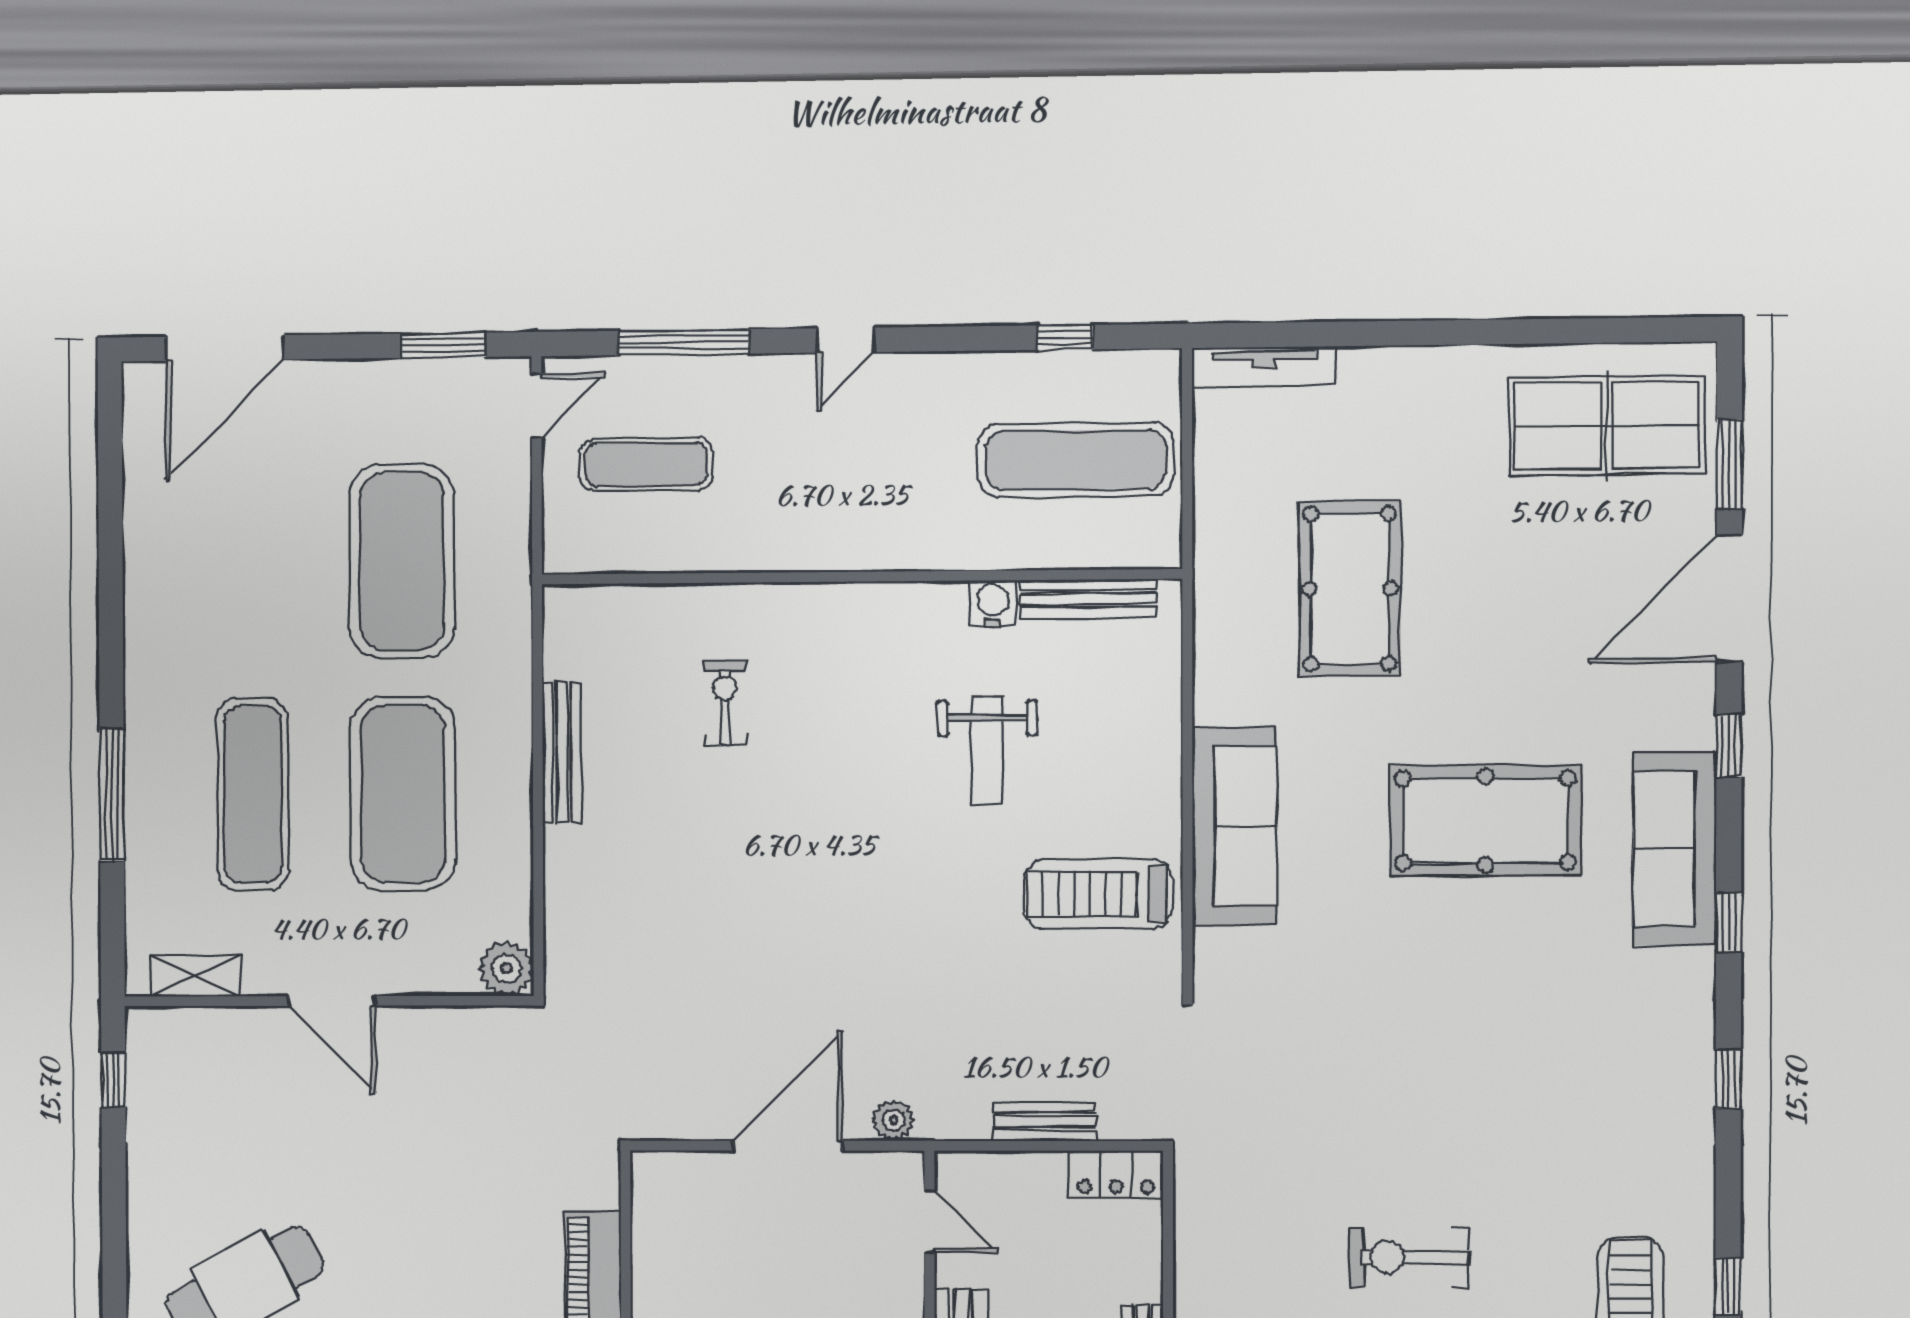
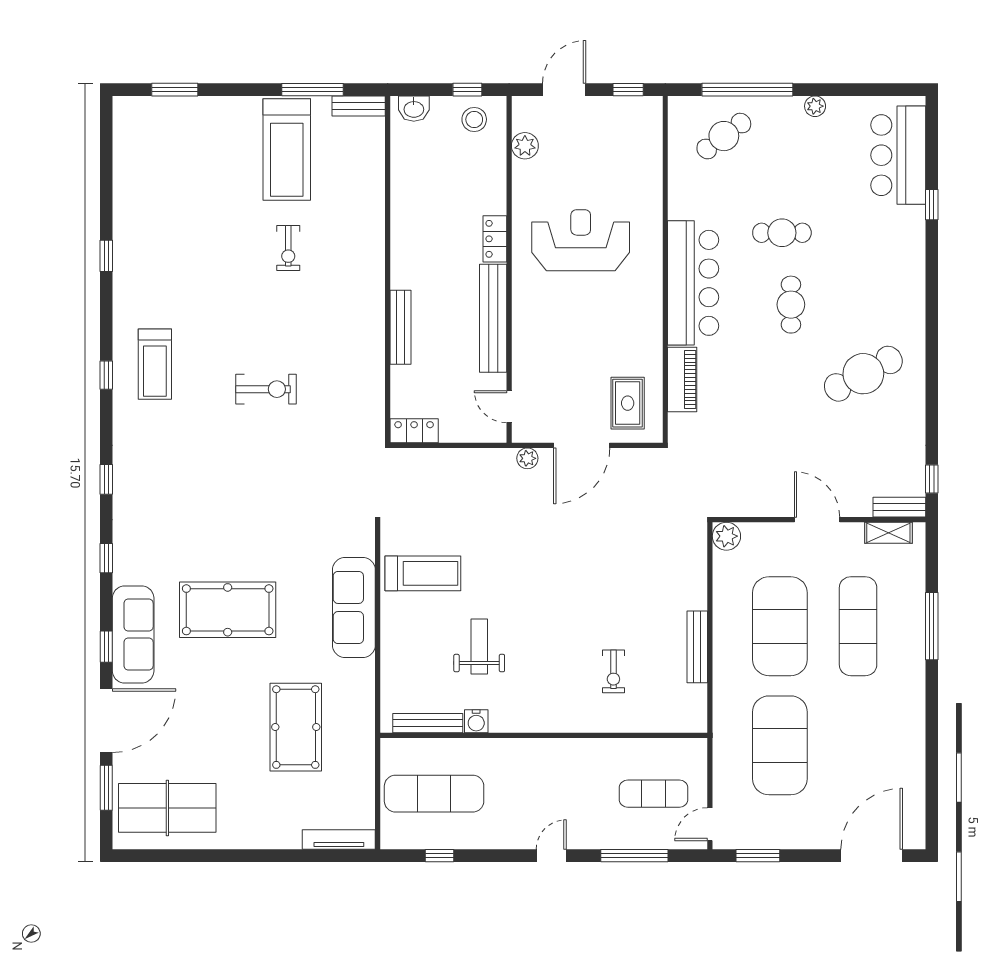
sofa: (1675, 849) -> (133, 635), moved
bench: (1045, 1121) -> (899, 507), moved
rug: (699, 1228) -> (628, 403), added

